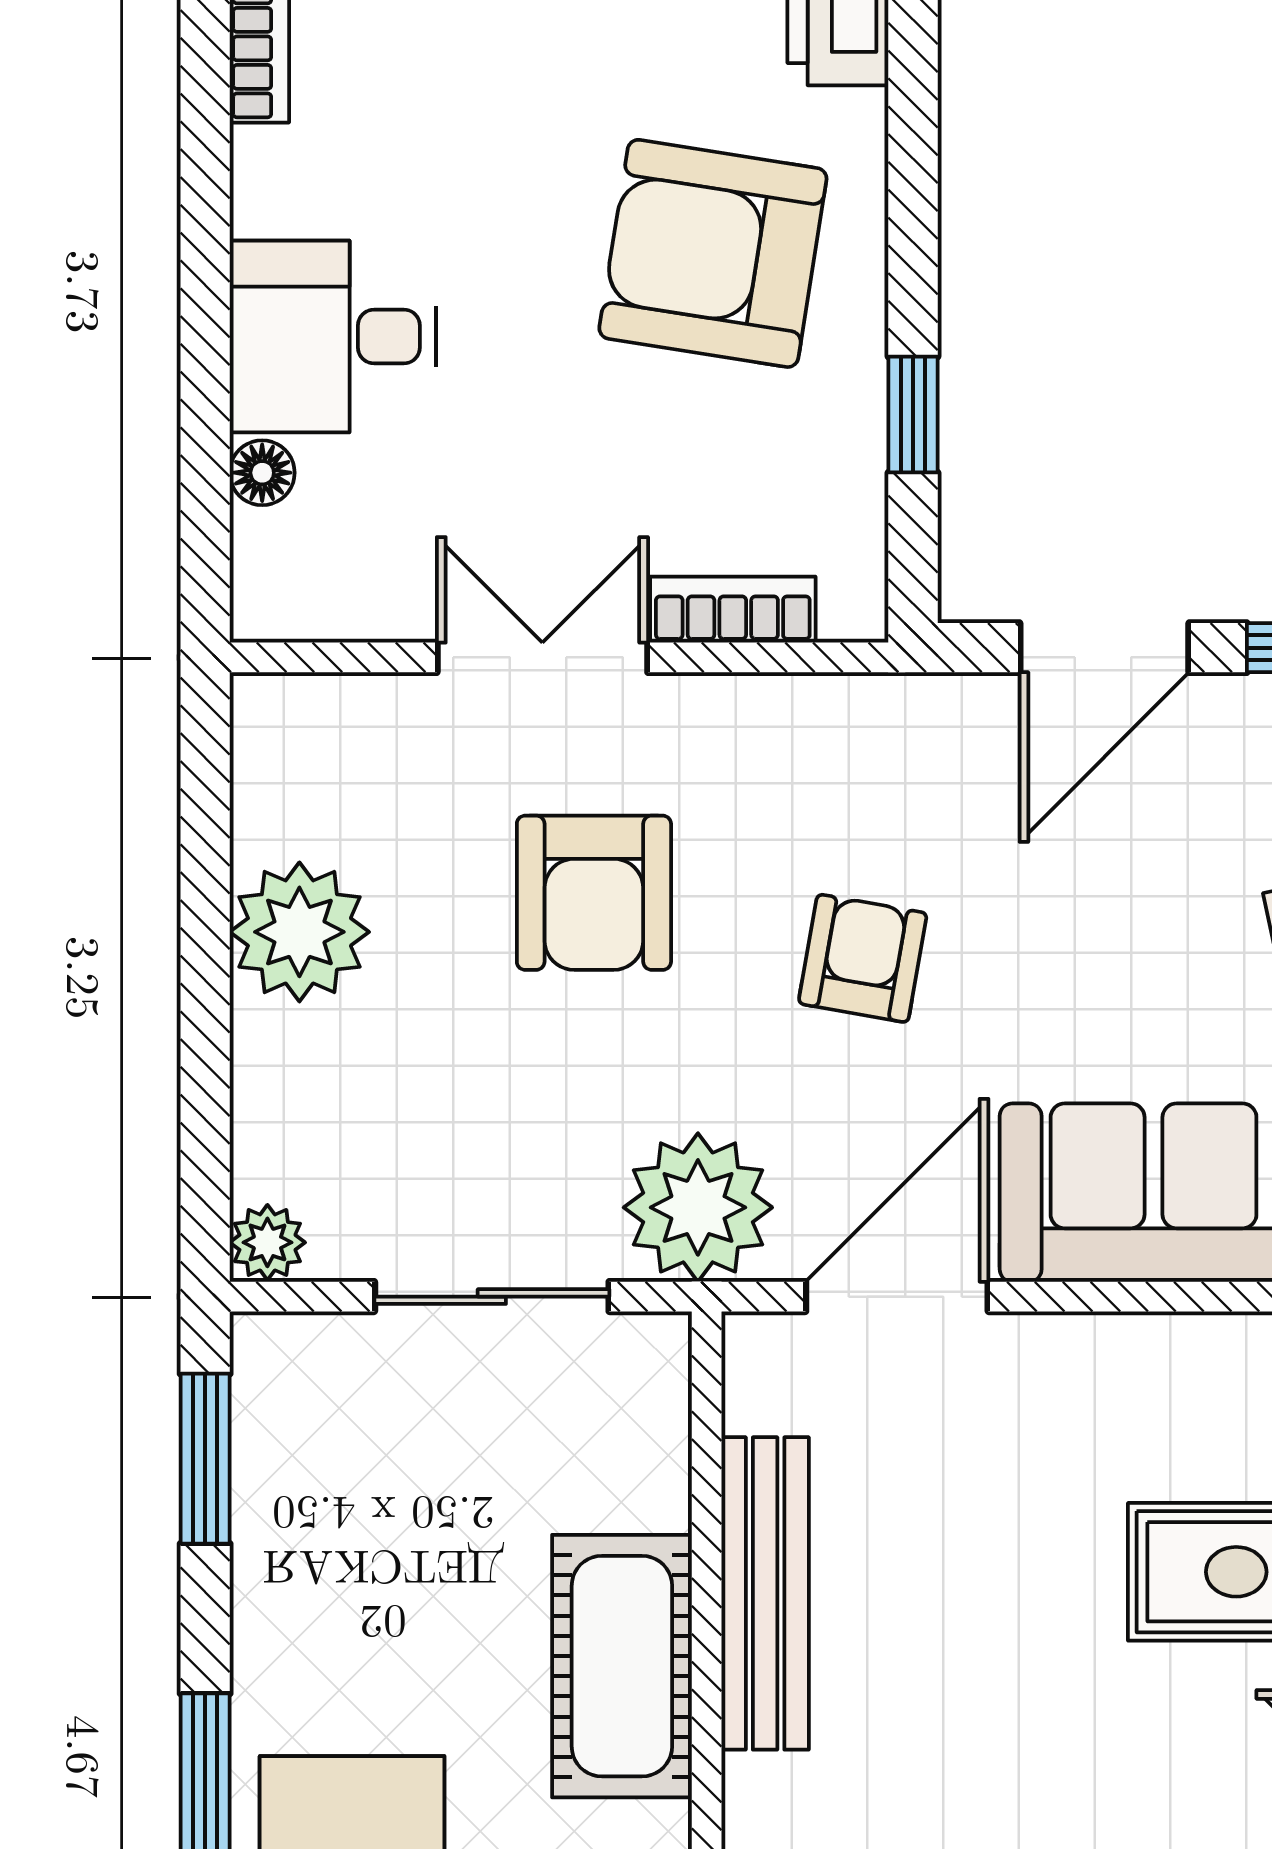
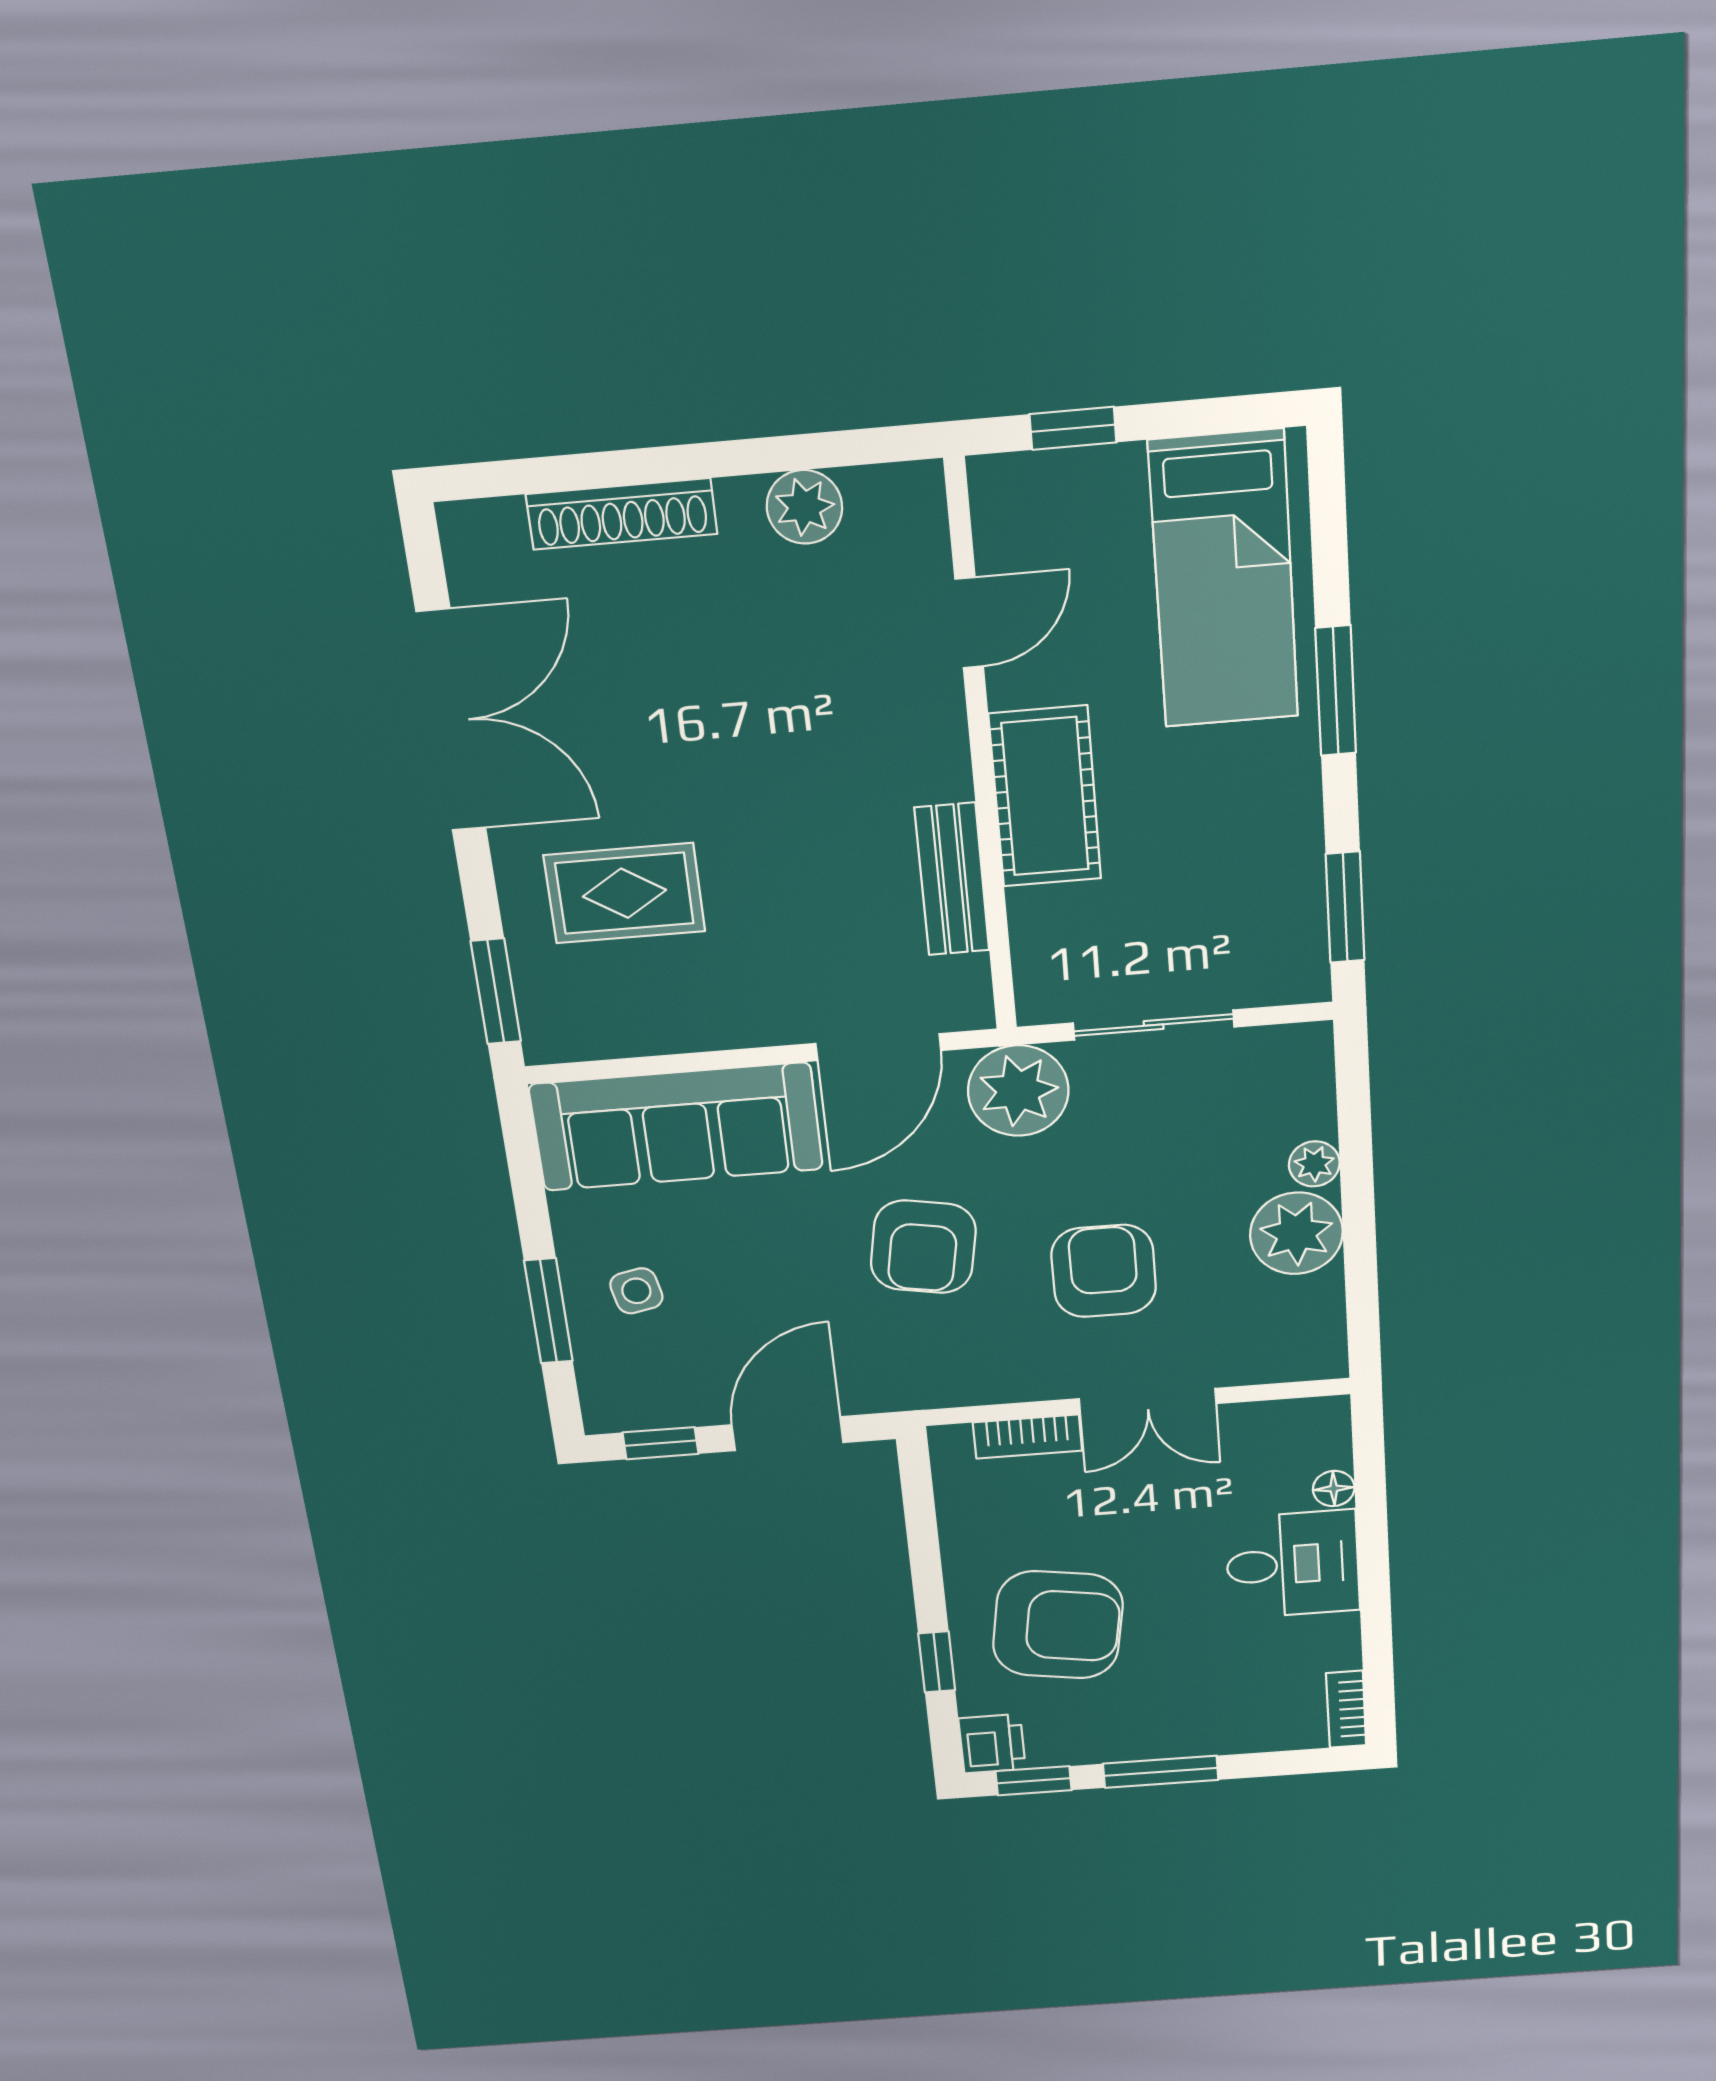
window: (913, 415) -> (937, 1662), moved
armchair: (863, 958) -> (923, 1247), width x1.38, depth x1.38
plant: (267, 1242) -> (1314, 1164), moved
bench: (765, 1593) -> (952, 879), width x0.73

